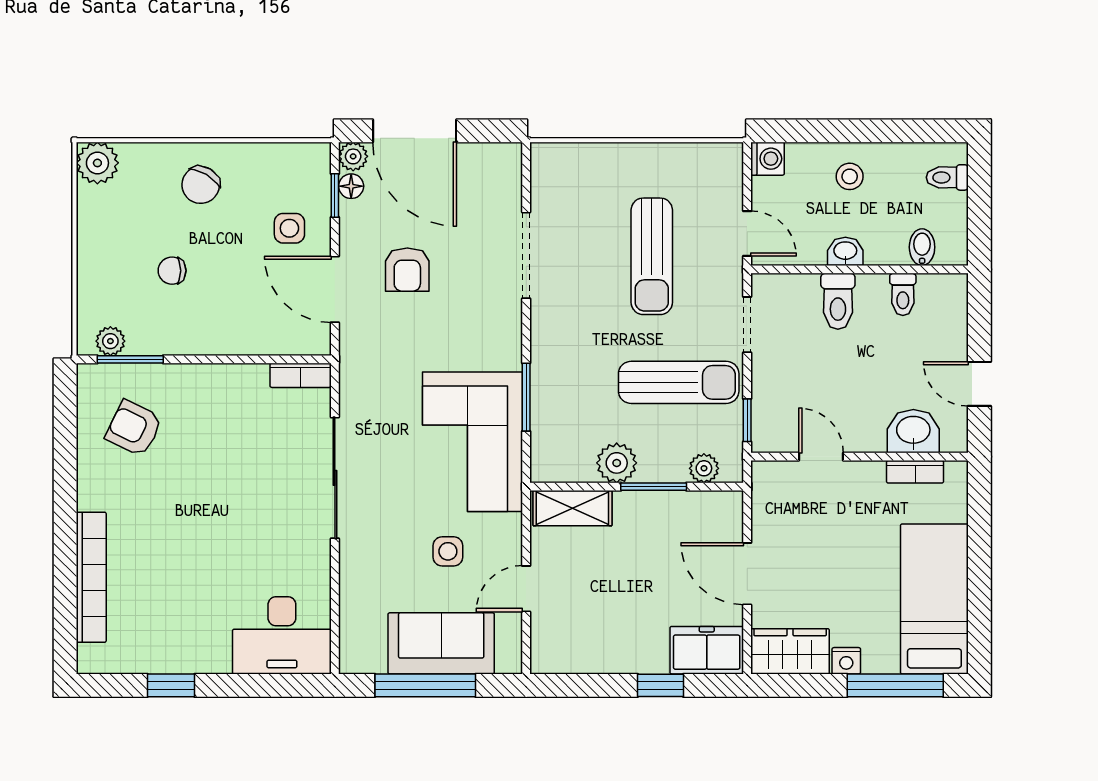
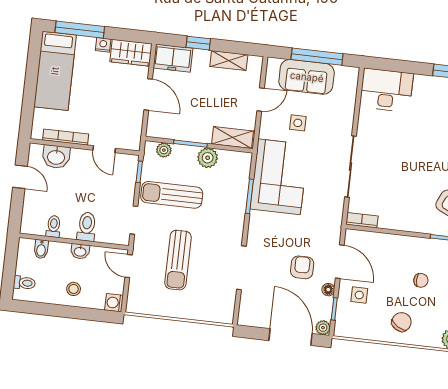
floor lamp: (351, 186) -> (328, 290), moved
sun lounger: (652, 256) -> (178, 260), turned 180
bookcase: (915, 472) -> (66, 137), width x1.56
shelving: (597, 658) -> (229, 61), added

